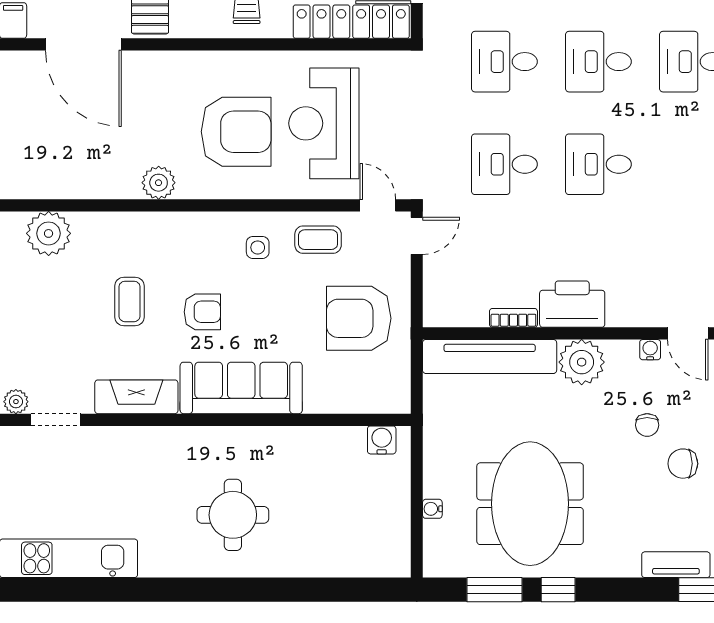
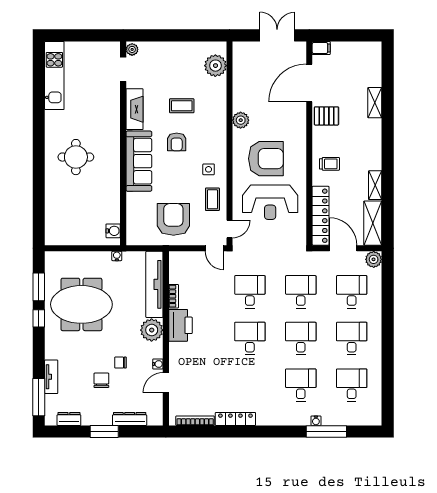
reception desk: (324, 123) -> (270, 202), turned 180
armchair: (236, 132) -> (266, 159), turned -90
water cooler: (432, 509) -> (117, 256), moved

